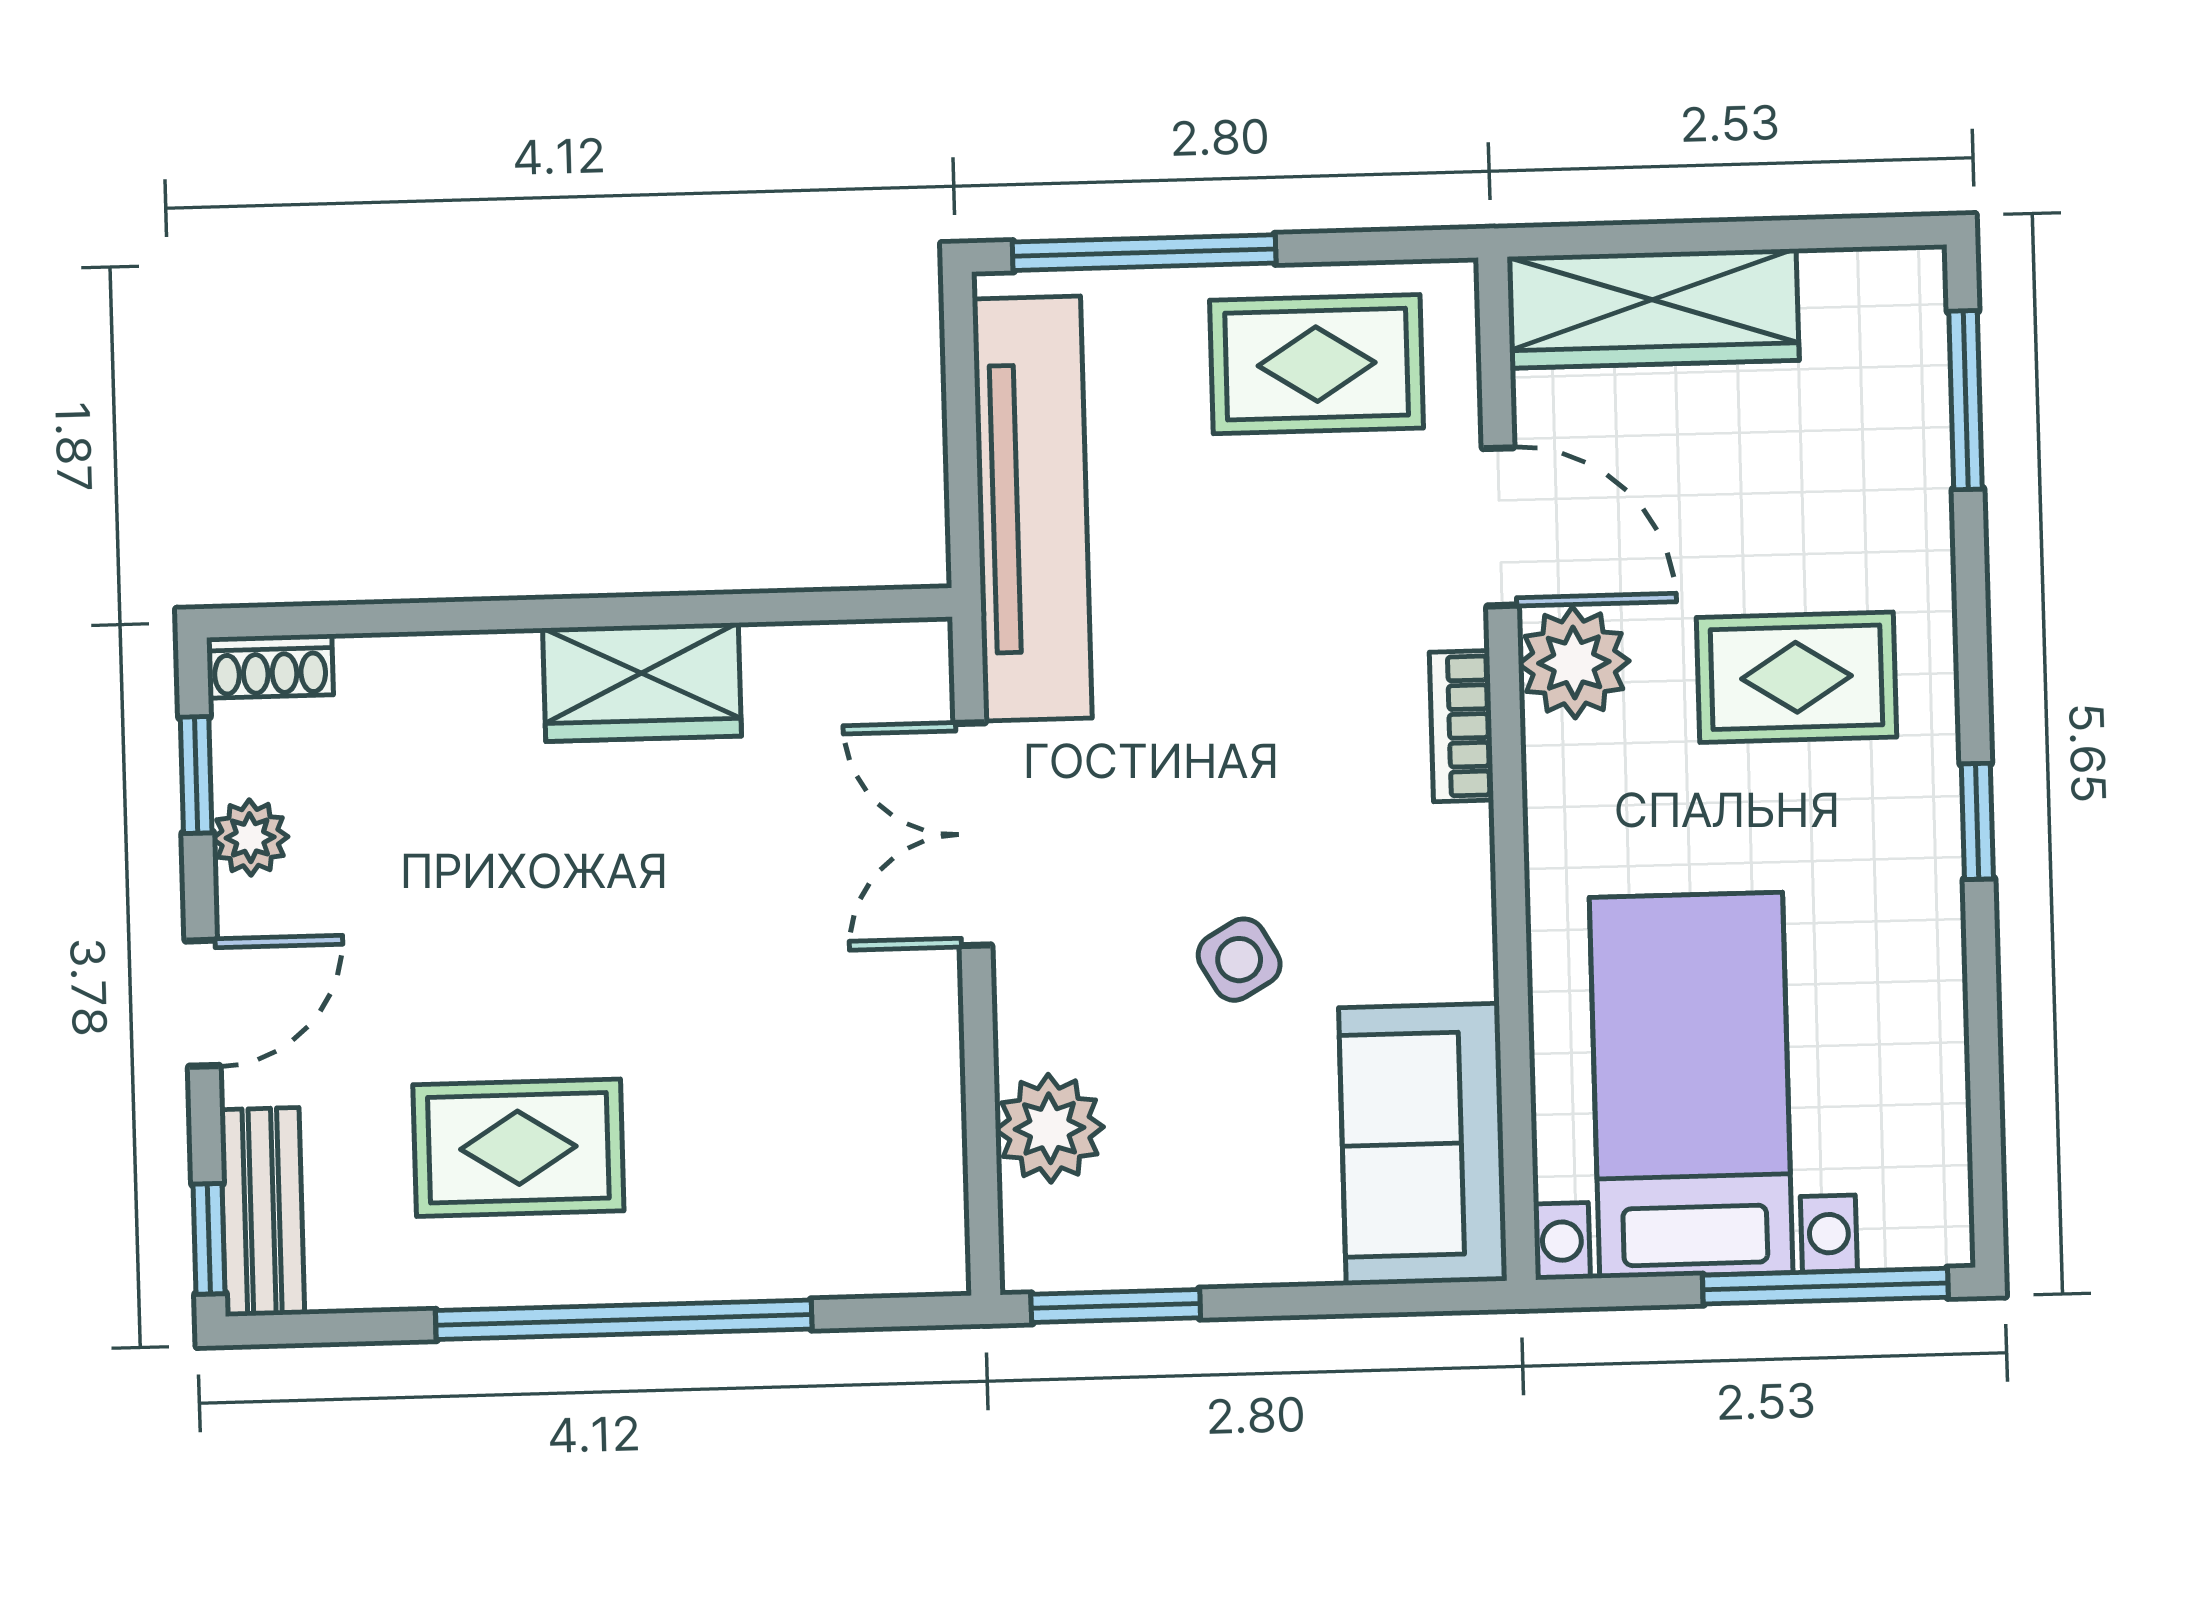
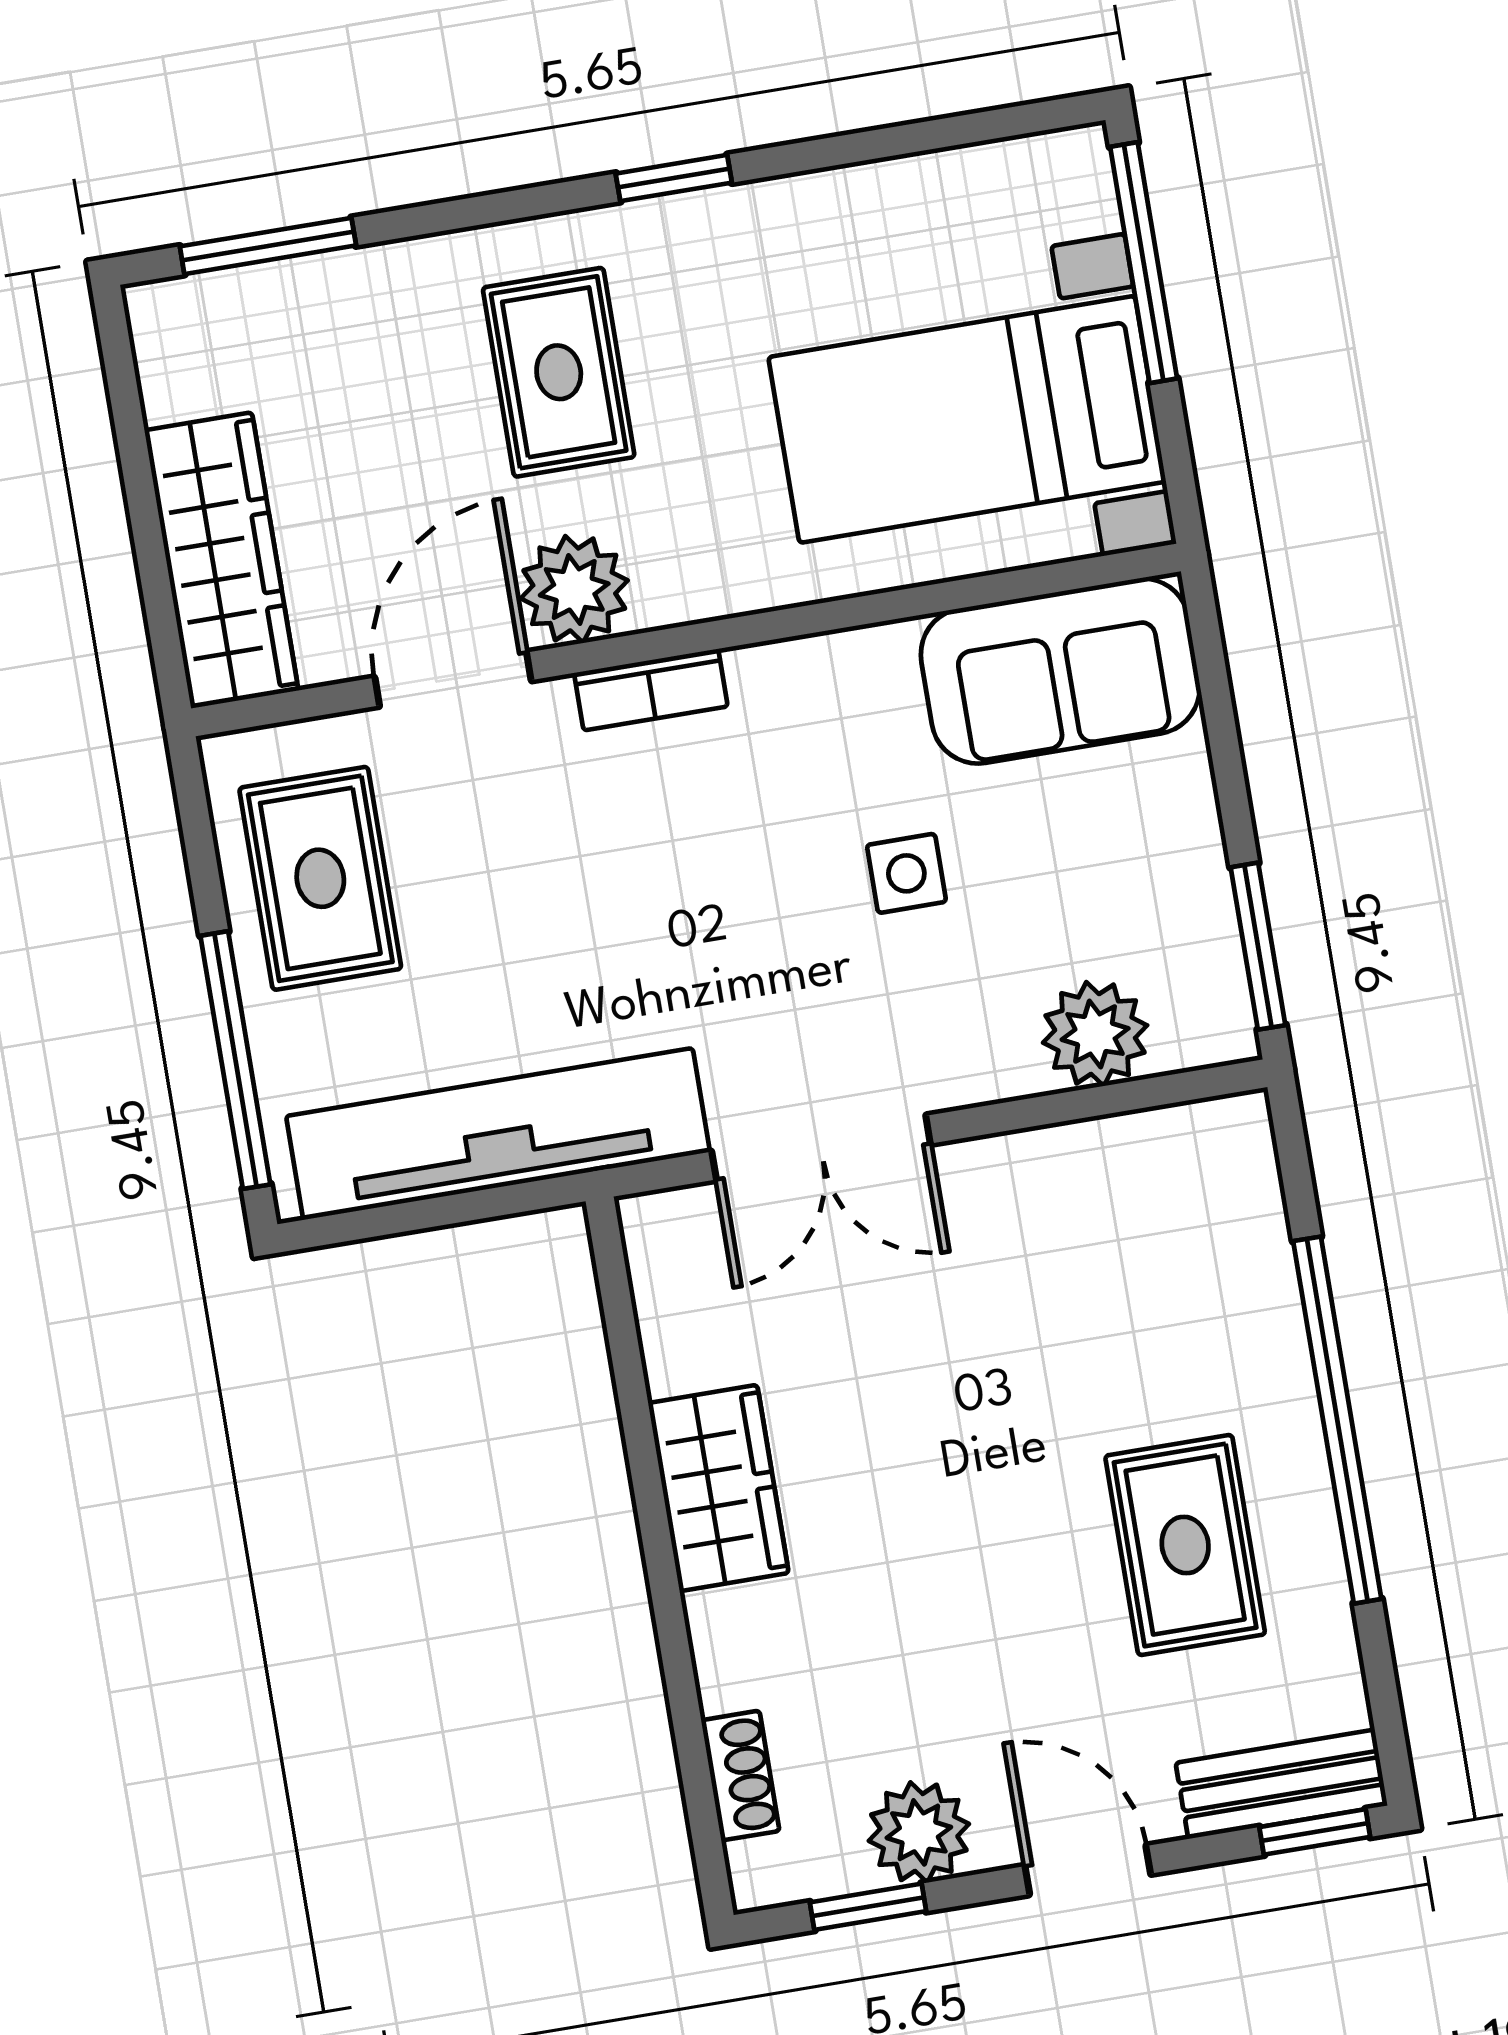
shoe rack: (270, 666) -> (740, 1776), moved
plant: (250, 838) -> (919, 1832), width x1.38, depth x1.38
side table: (1239, 960) -> (906, 873), turned 30

